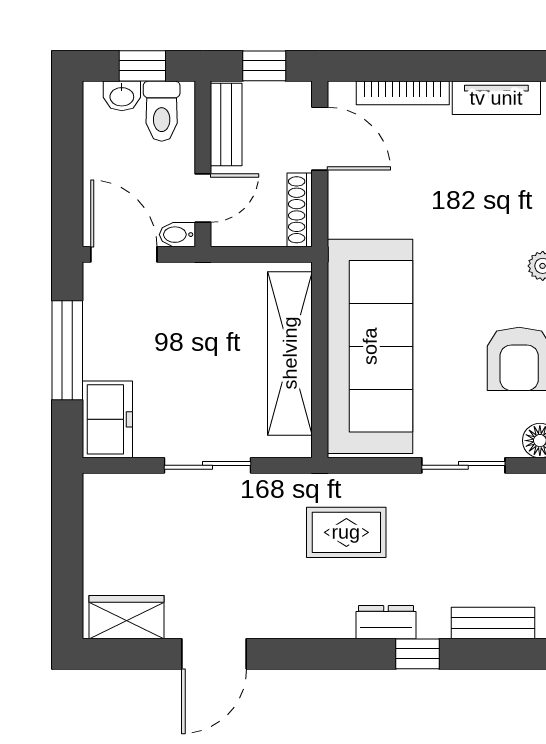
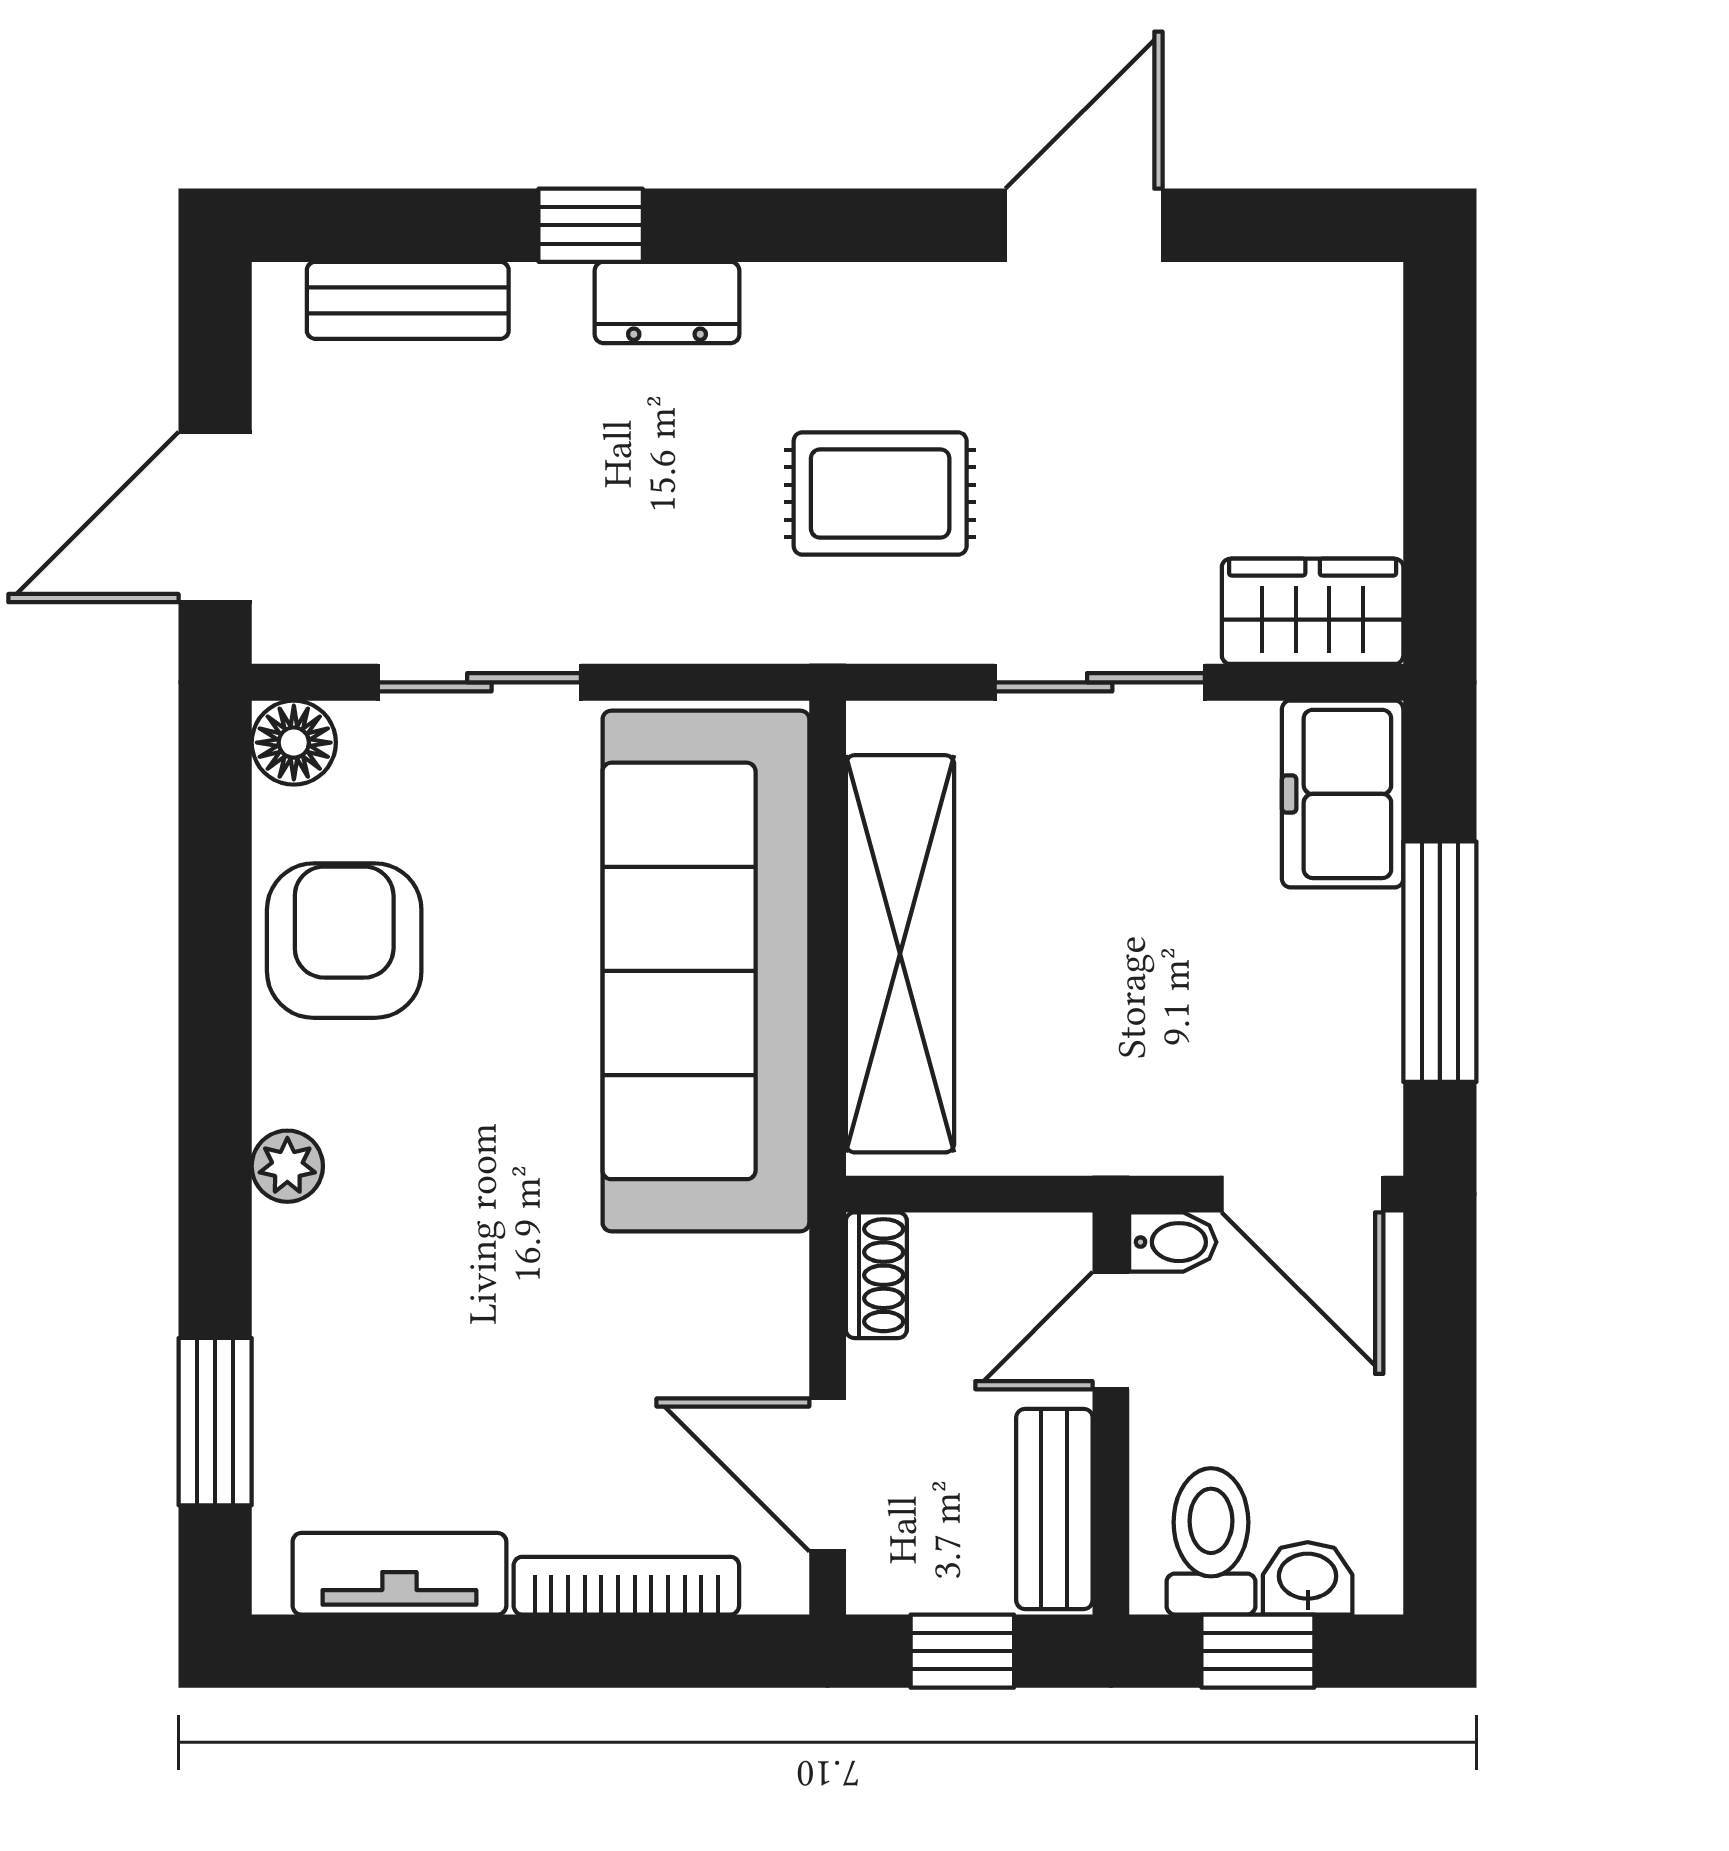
shoe rack: (300, 210) -> (876, 1275), width x0.70
rug: (346, 532) -> (880, 493), moved
wardrobe: (127, 617) -> (1313, 611), moved, turned 180

